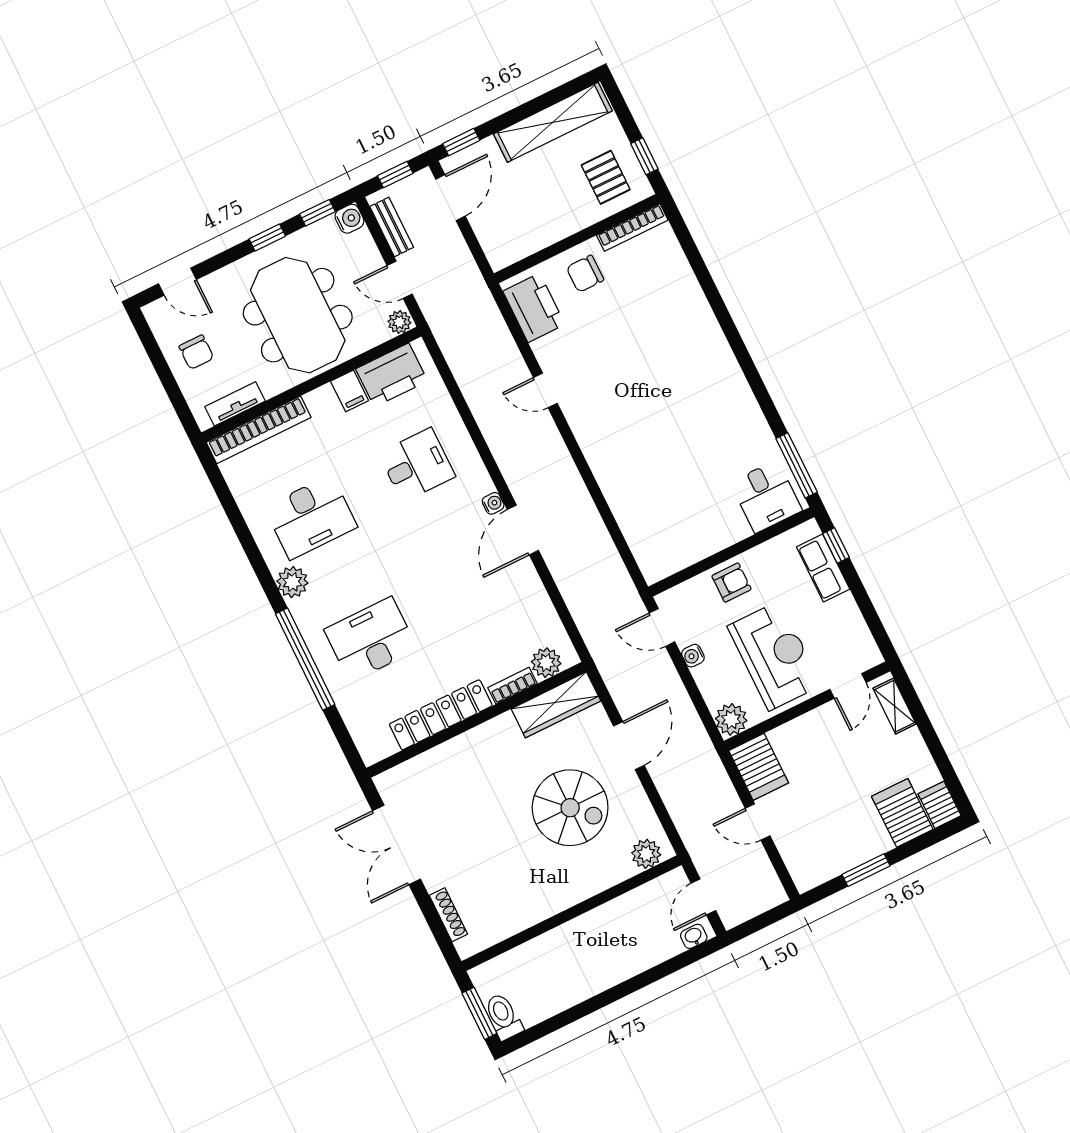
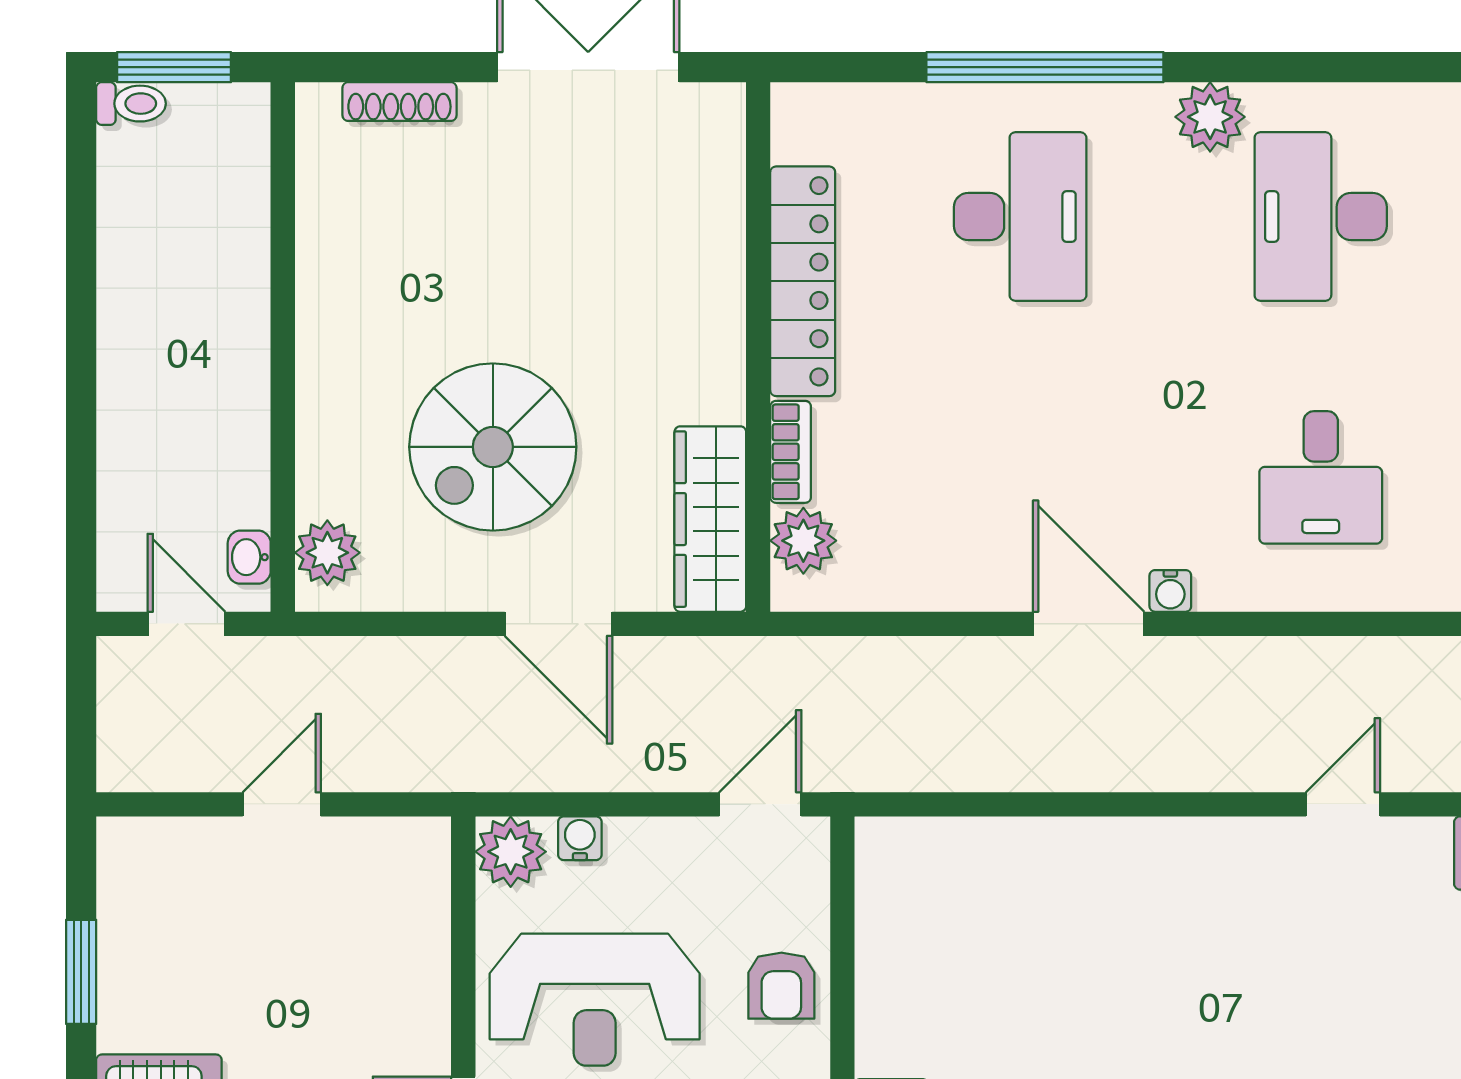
water cooler: (693, 656) -> (580, 838), moved
server rack: (759, 767) -> (390, 860), removed
washbasin: (694, 936) -> (249, 557), moved, turned 180
toilet: (503, 1017) -> (131, 104), width x0.73, depth x0.72

